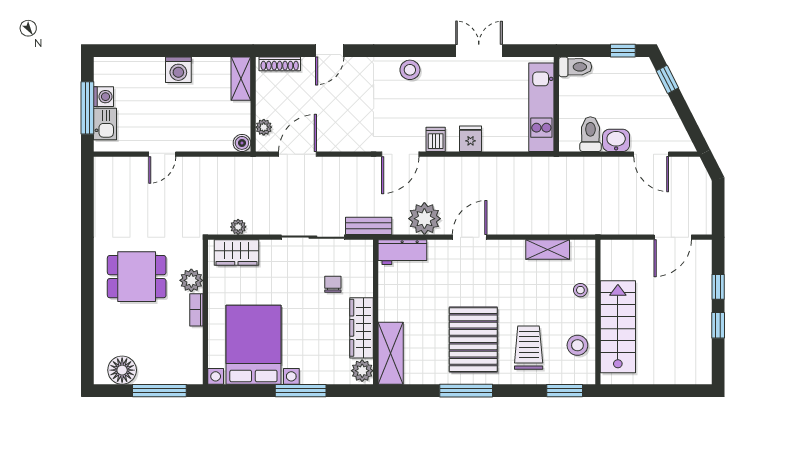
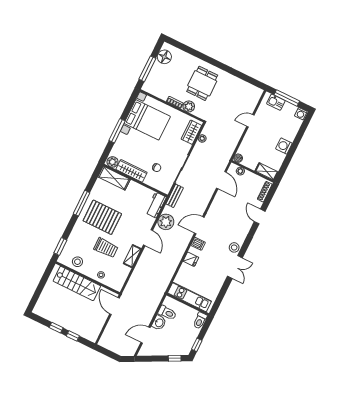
double door: (479, 51) -> (235, 267), moved
washing machine: (103, 97) -> (301, 114), moved
door: (162, 154) -> (250, 121), hinge flipped
door: (400, 154) -> (199, 225), hinge flipped
door: (673, 237) -> (115, 306), moved
shelving: (548, 250) -> (132, 256), moved
trolley: (529, 348) -> (106, 248), moved

